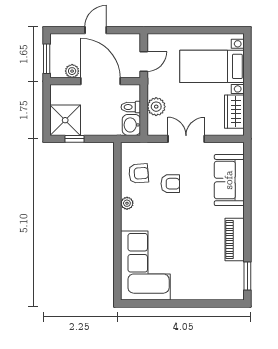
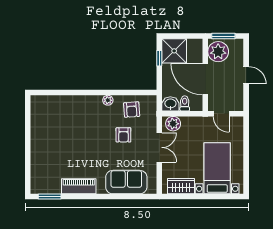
plant: (72, 71) -> (218, 52), width x1.88, depth x1.88
door: (101, 81) -> (205, 79), swing flipped
plant: (156, 107) -> (173, 124), moved
corner sofa: (145, 266) -> (58, 115), removed

